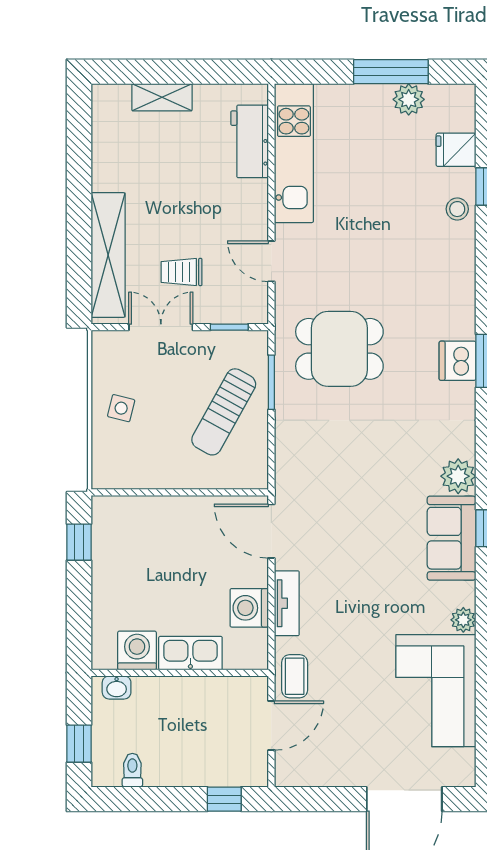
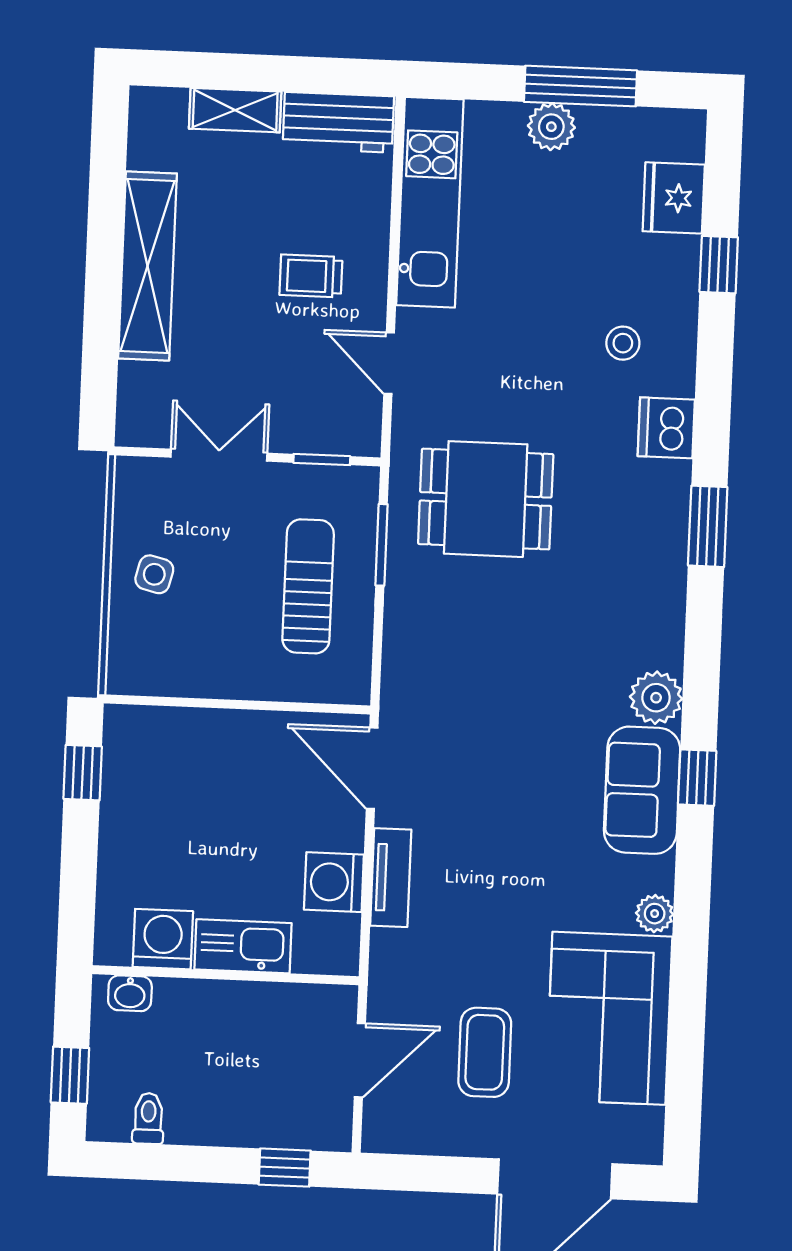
plant: (409, 99) -> (551, 127), moved
workbench: (250, 141) -> (338, 122), moved, turned -90
fridge: (456, 150) -> (674, 198), width x1.38
stool: (457, 209) -> (623, 343), moved
shelving: (108, 255) -> (147, 266), moved
trolley: (182, 272) -> (311, 276), moved
dishwasher: (457, 361) -> (666, 428), moved
sun lounger: (224, 412) -> (308, 586), turned 151
coffee table: (295, 676) -> (485, 1052), moved, width x1.36, depth x1.30

